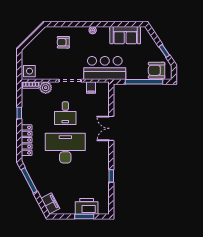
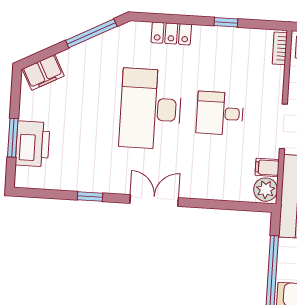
plant: (46, 88) -> (266, 190), moved
double door: (111, 128) -> (154, 200), moved
locker: (27, 140) -> (171, 33), width x0.66
desk: (65, 148) -> (151, 109), turned 180

